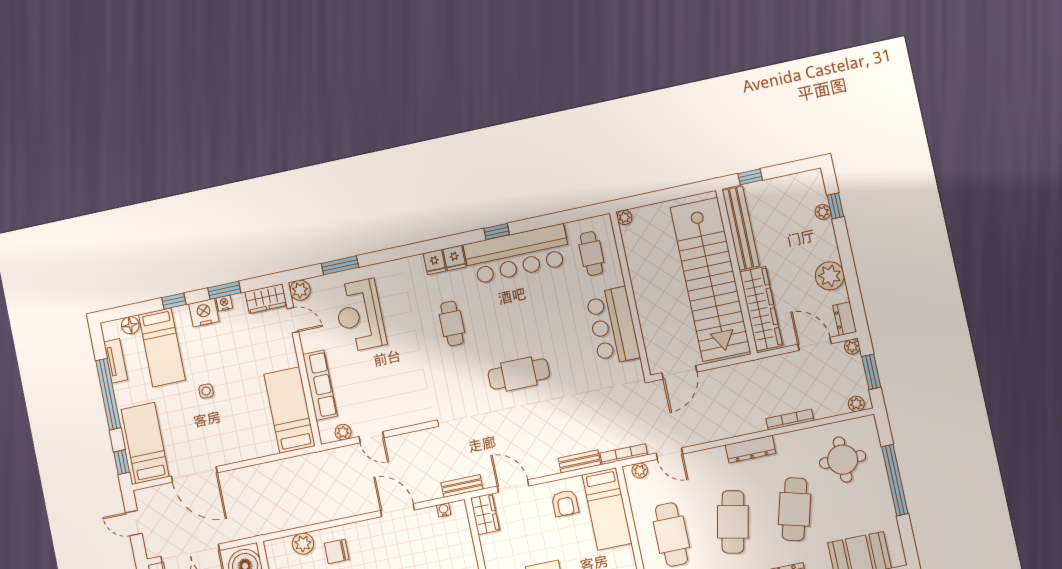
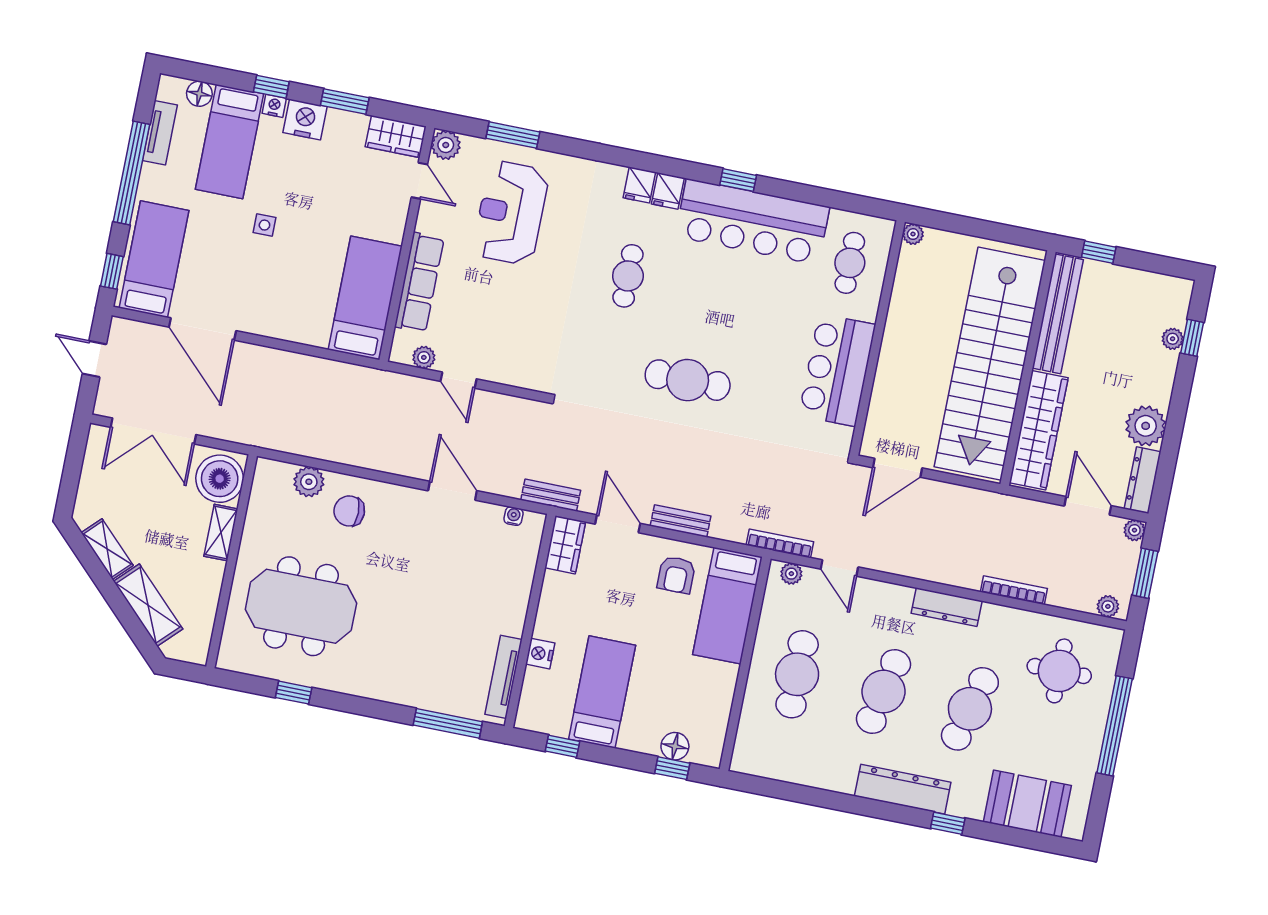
nightstand: (224, 303) -> (274, 106), moved
dresser: (845, 319) -> (1143, 480), width x1.44
bench: (579, 461) -> (681, 521), moved

